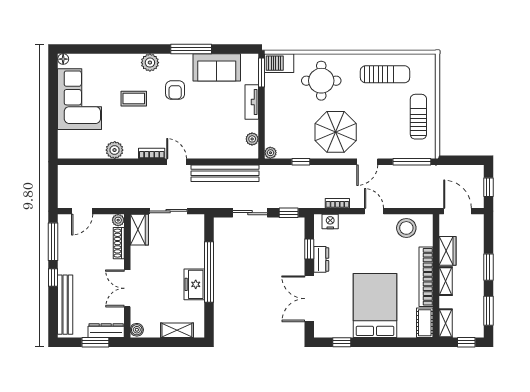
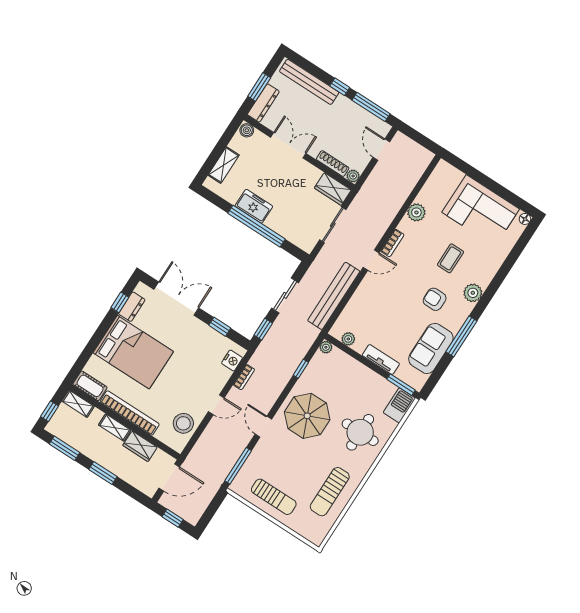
dresser: (321, 259) -> (132, 307), moved, turned -90

